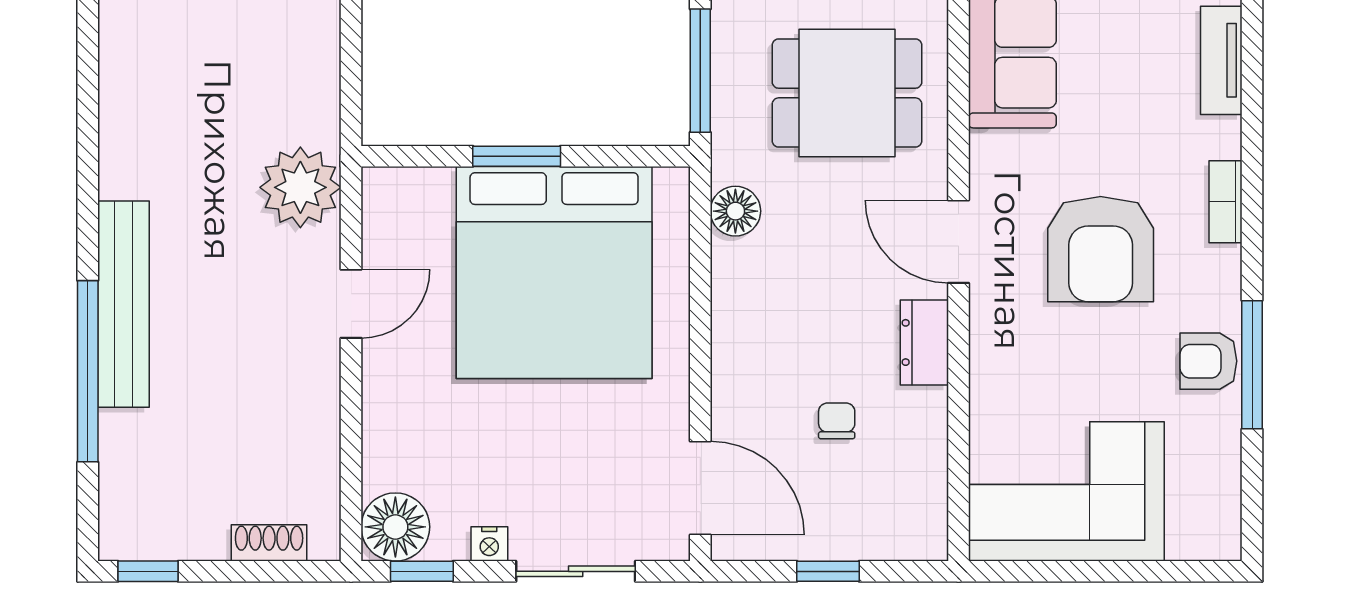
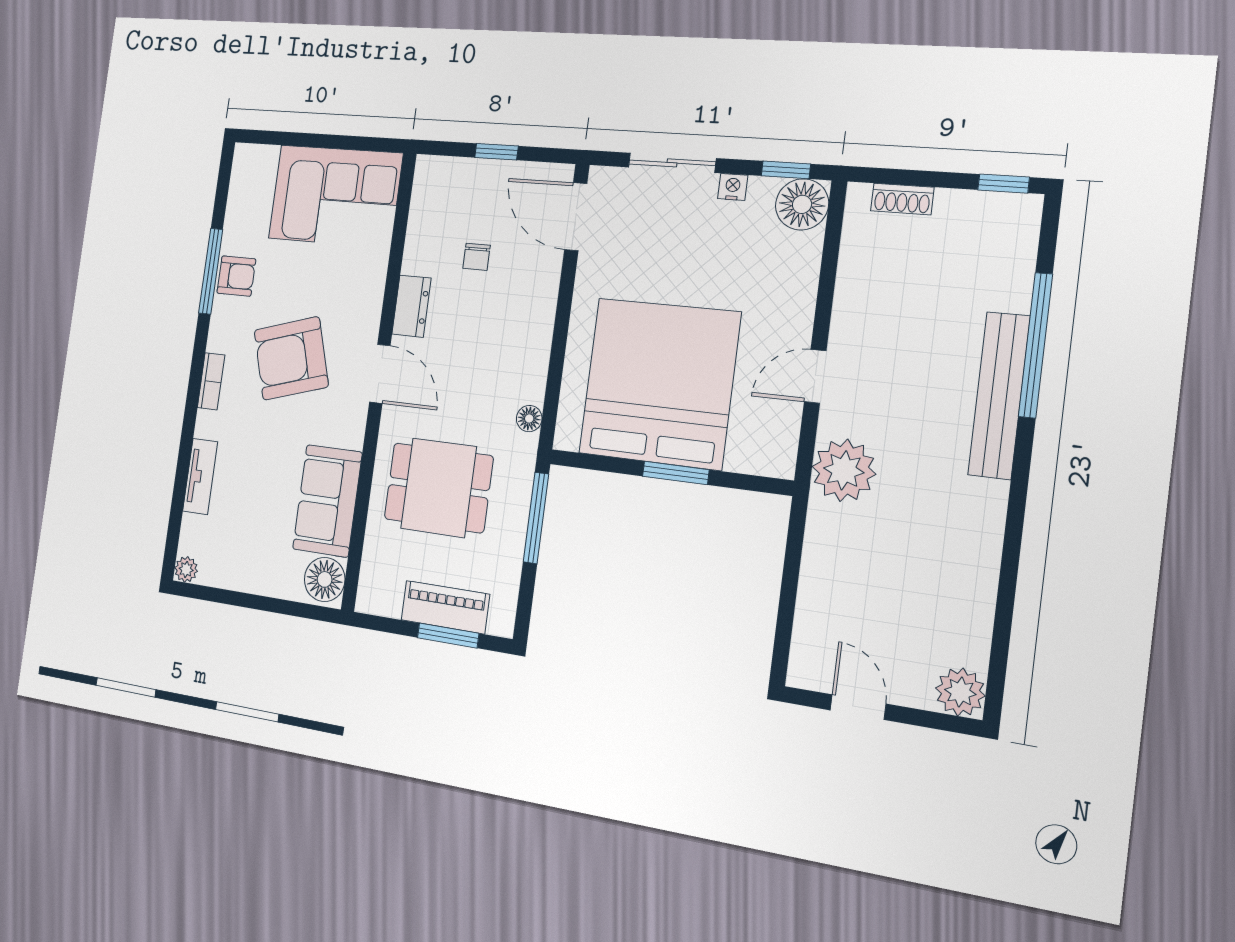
floor lamp: (735, 211) -> (529, 419), width x0.73, depth x0.73
armchair: (1101, 249) -> (291, 358), turned -107

